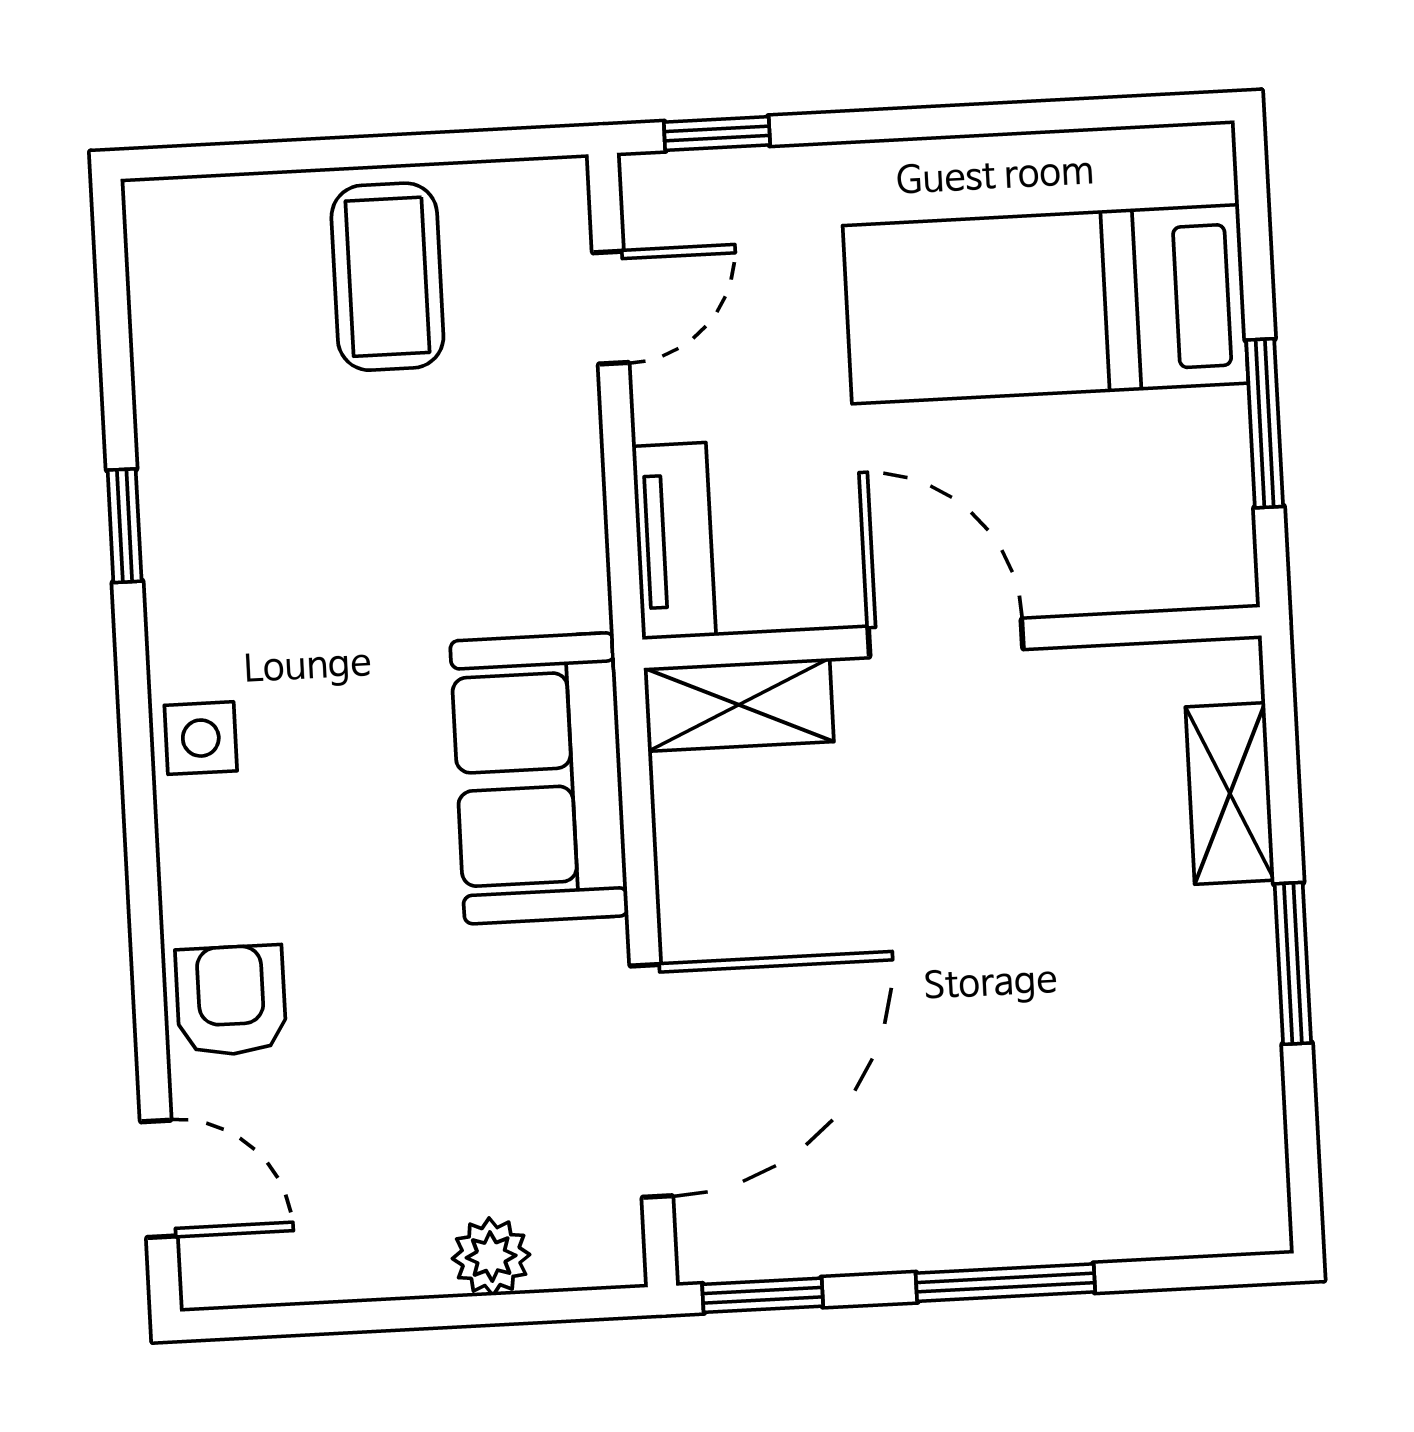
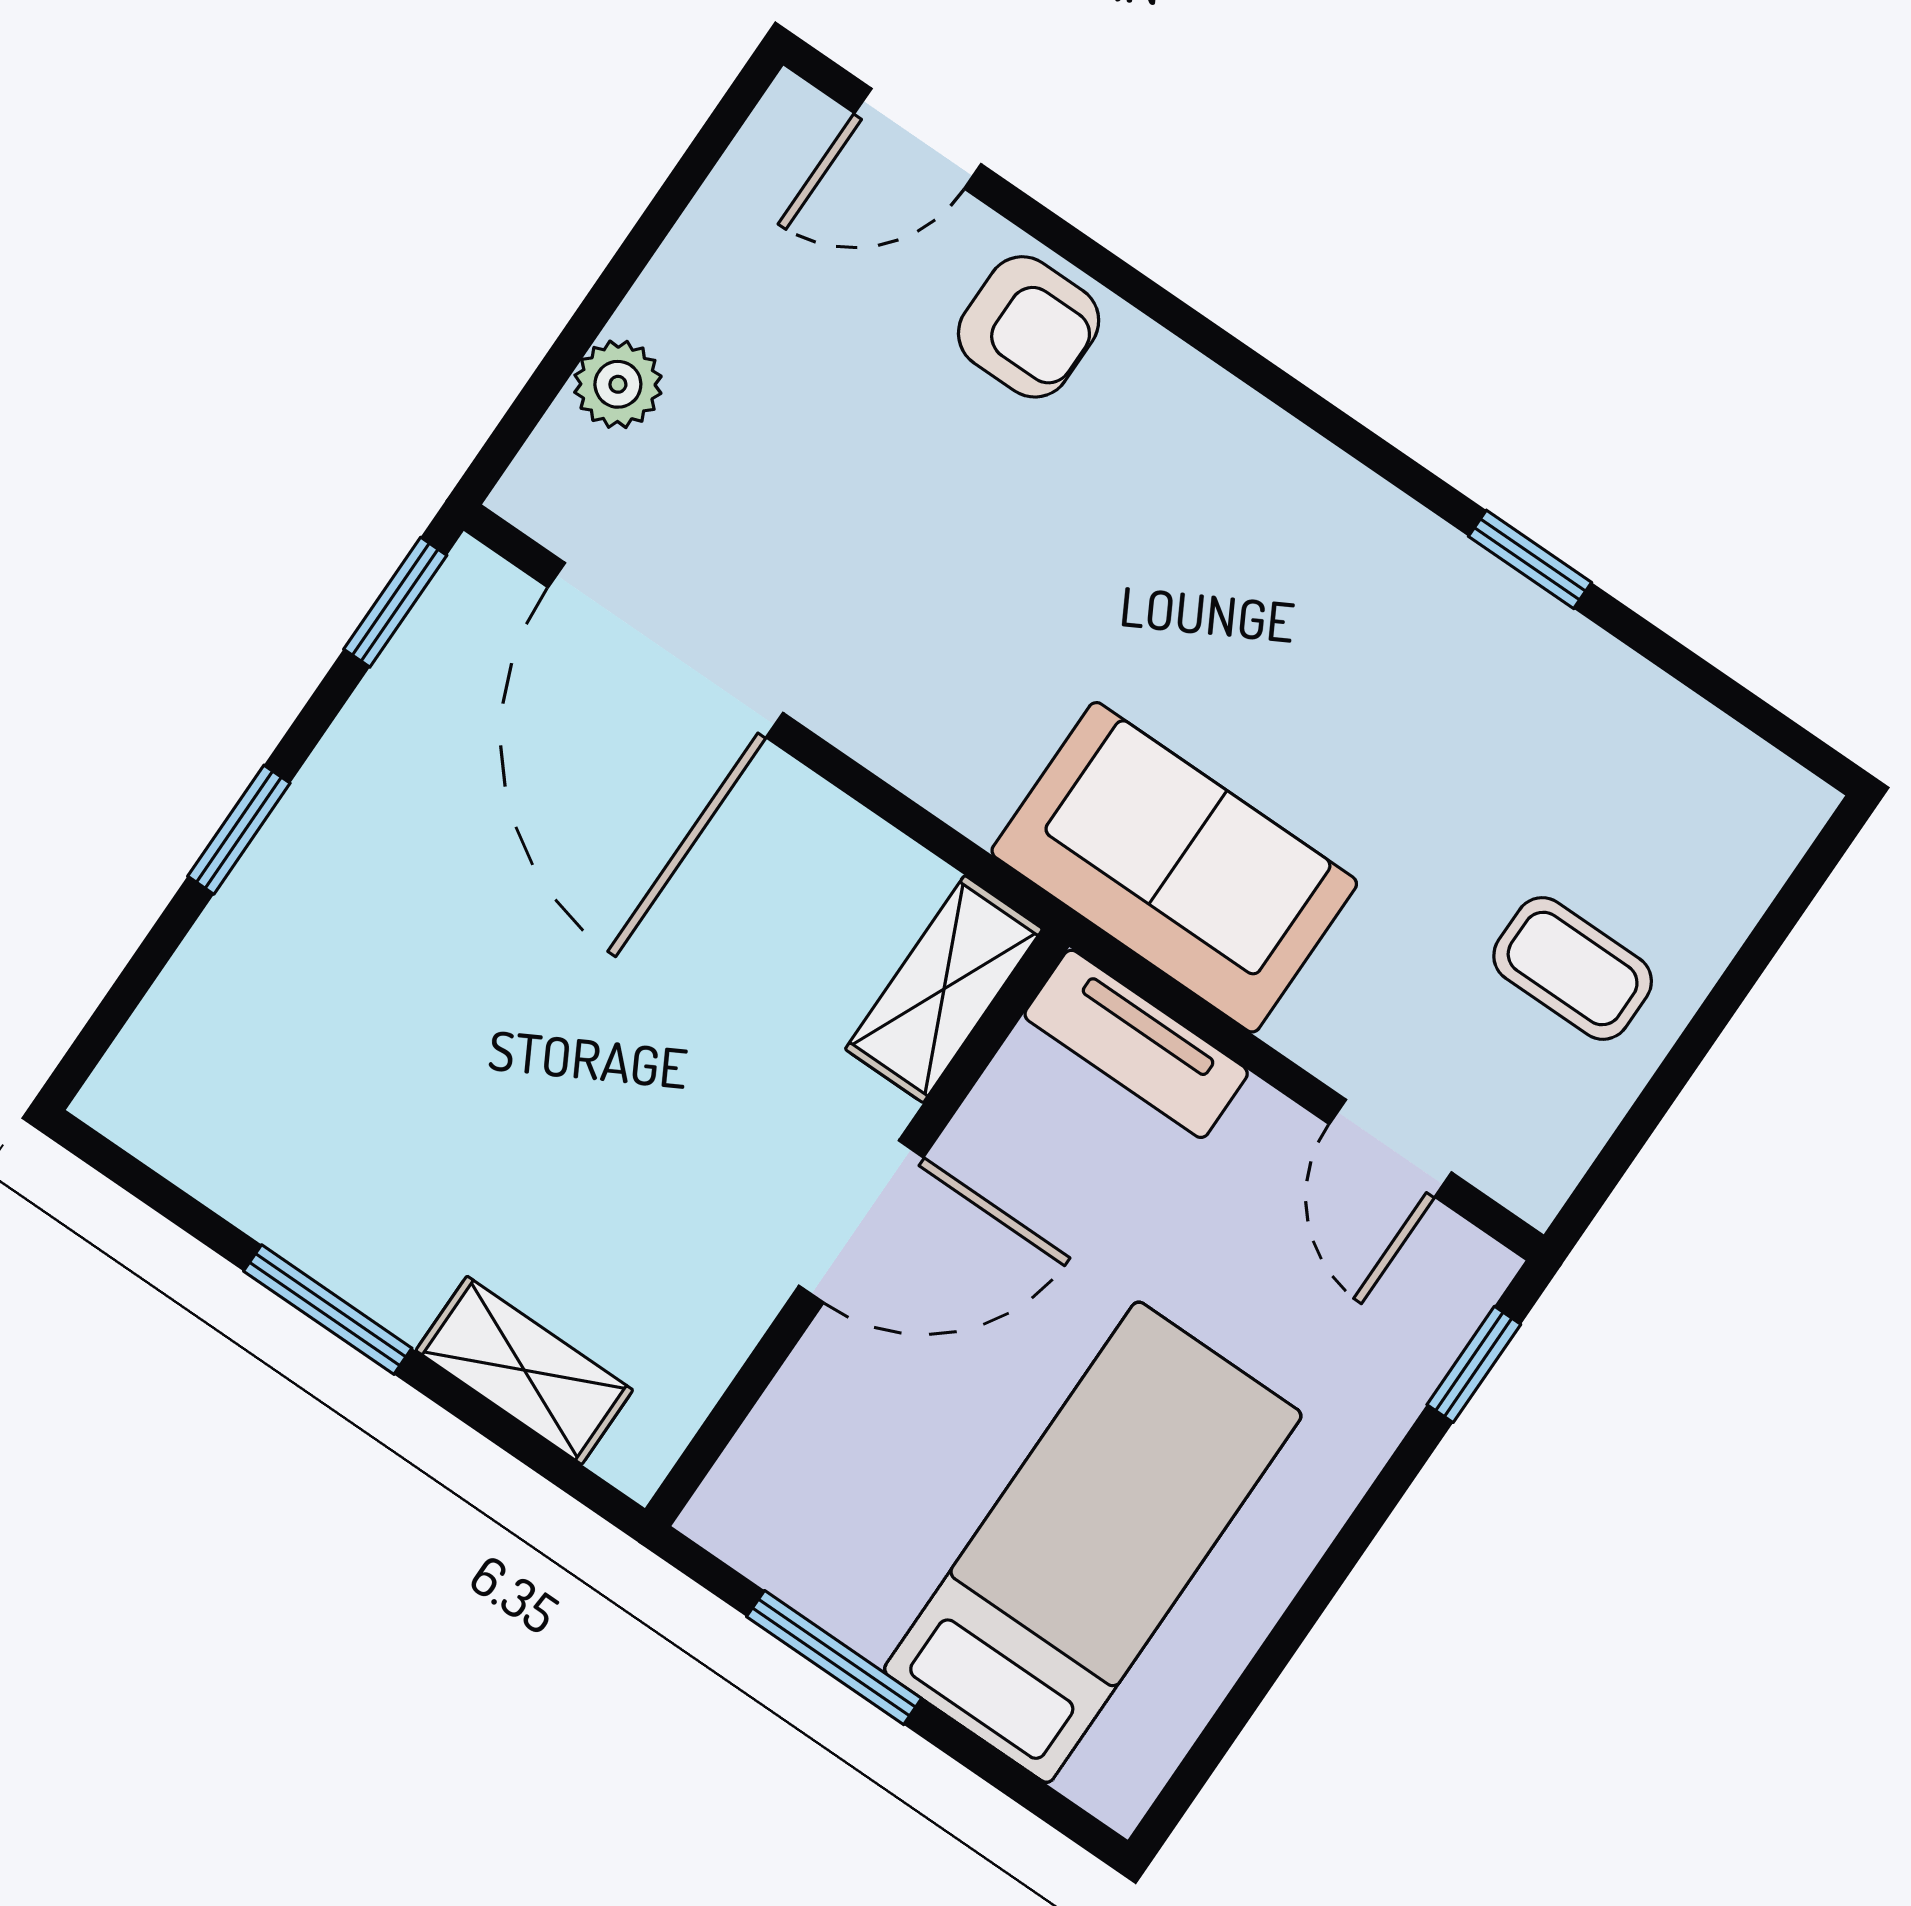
coffee table: (387, 277) -> (1573, 968), width x0.73, depth x0.77
side table: (201, 738) -> (1286, 481), removed
sofa: (539, 778) -> (1174, 867), moved
window: (1005, 1283) -> (239, 830), width x0.67

